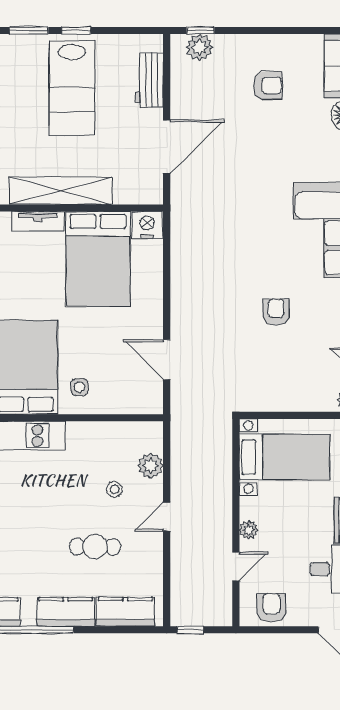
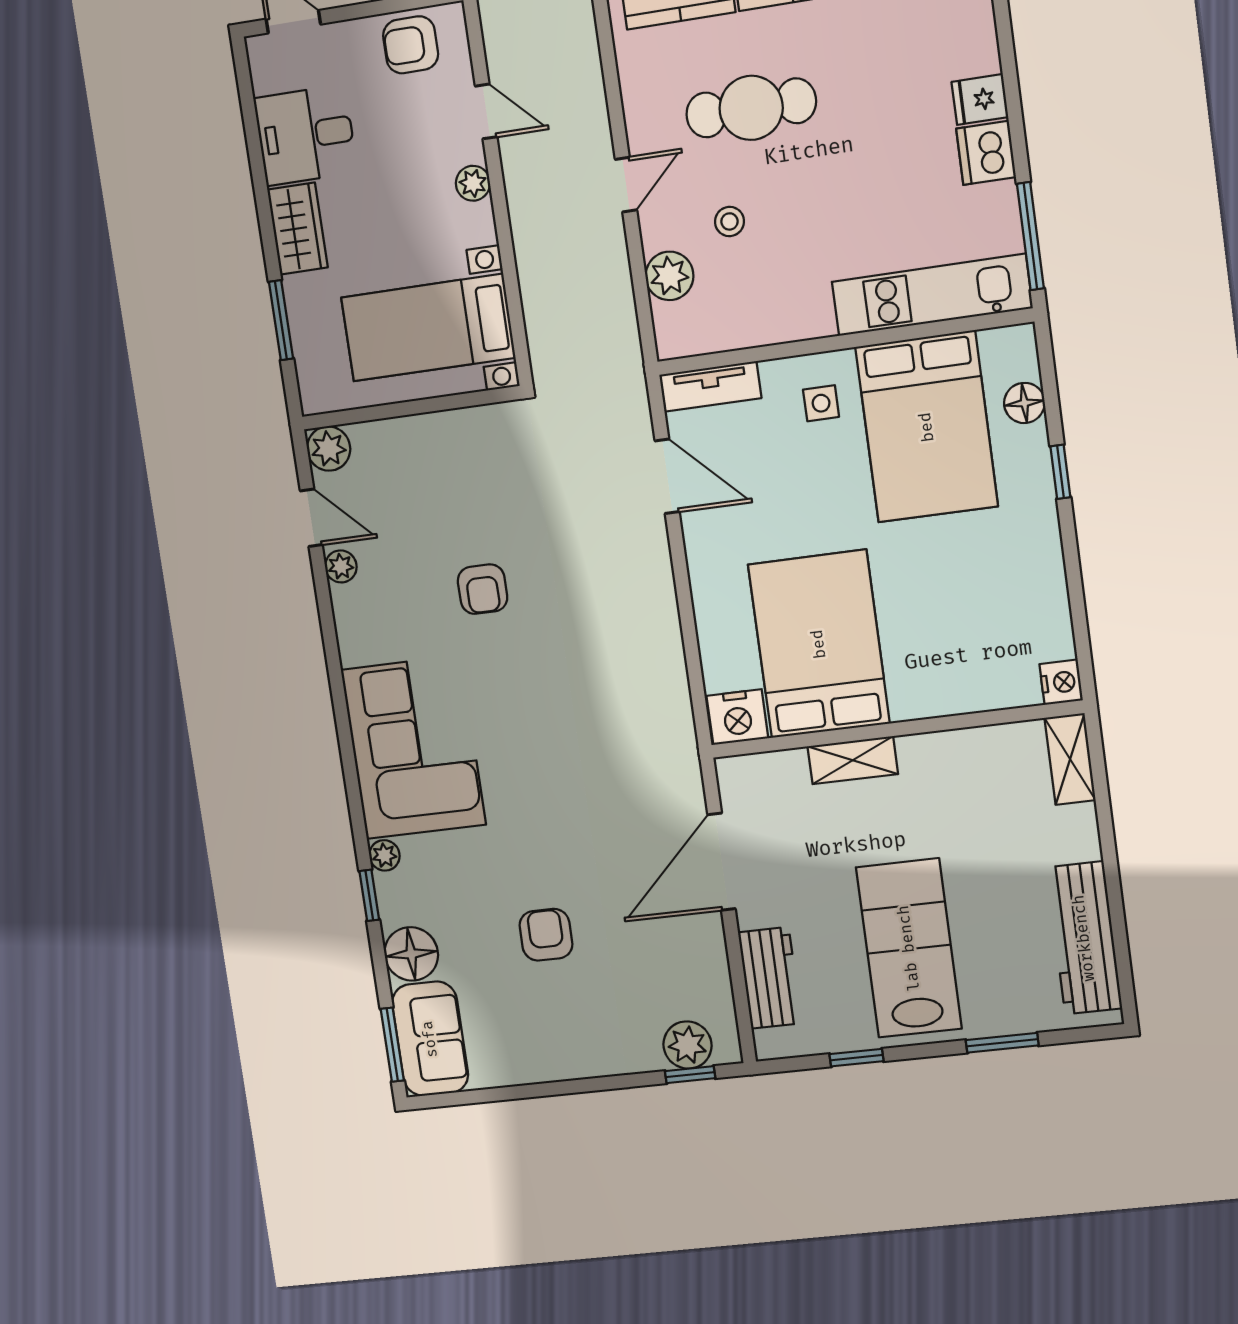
window: (76, 31) -> (856, 1058), moved
armchair: (268, 86) -> (546, 935), moved, turned 90
shelving: (60, 191) -> (853, 760), width x0.45, depth x0.75
tv unit: (38, 221) -> (711, 386), moved, turned 180
cafe table: (95, 547) -> (751, 108), width x1.37, depth x1.35
door: (236, 567) -> (486, 111), swing flipped
armchair: (271, 608) -> (411, 45), turned 90

